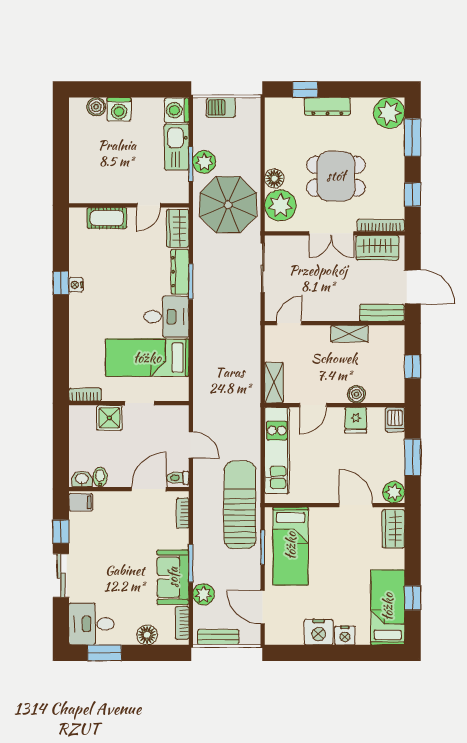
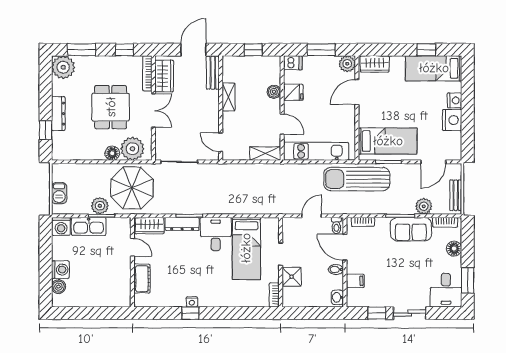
bidet: (100, 477) -> (336, 270), moved
filing cabinet: (81, 502) -> (355, 281), moved, turned 90

